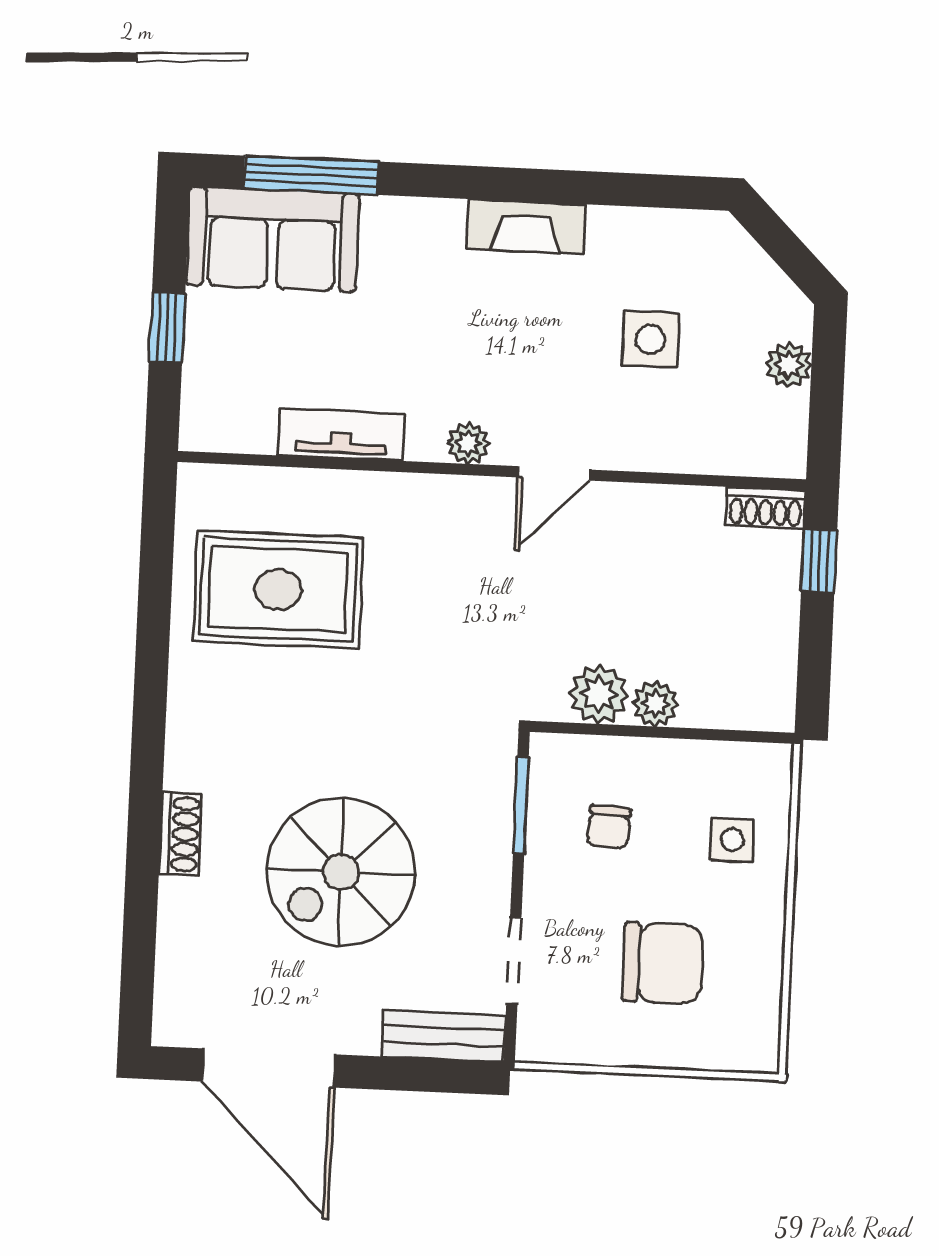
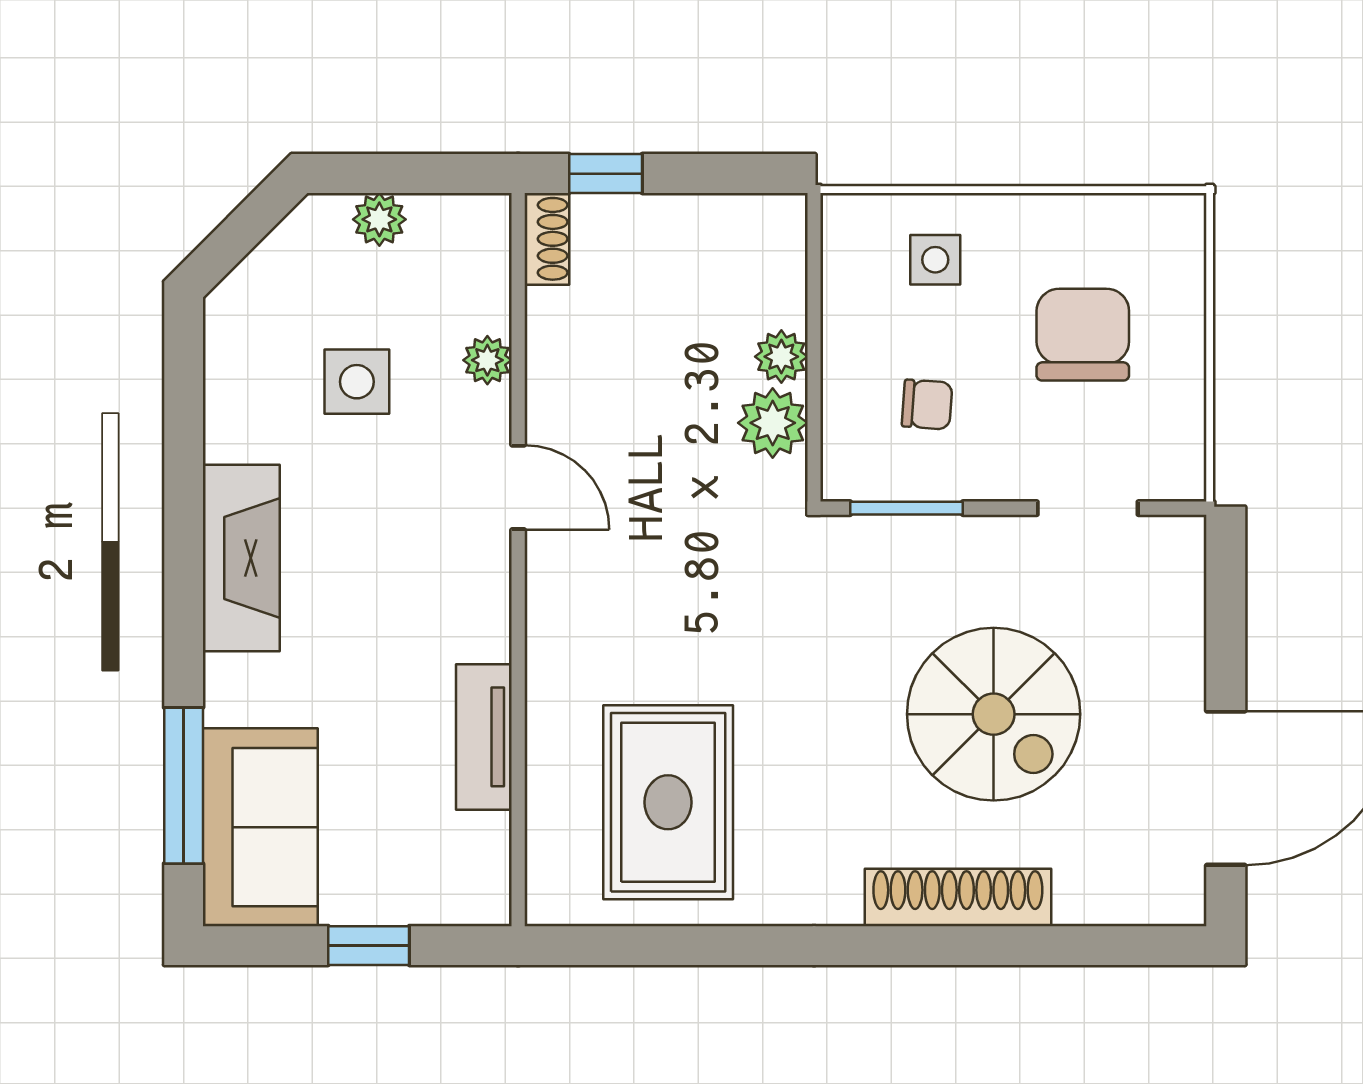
fireplace: (526, 227) -> (241, 558), width x1.37, depth x1.32
plant: (468, 443) -> (487, 360), moved
shoe rack: (181, 834) -> (958, 898), width x1.94, depth x1.24
bench: (444, 1036) -> (1179, 586), removed

